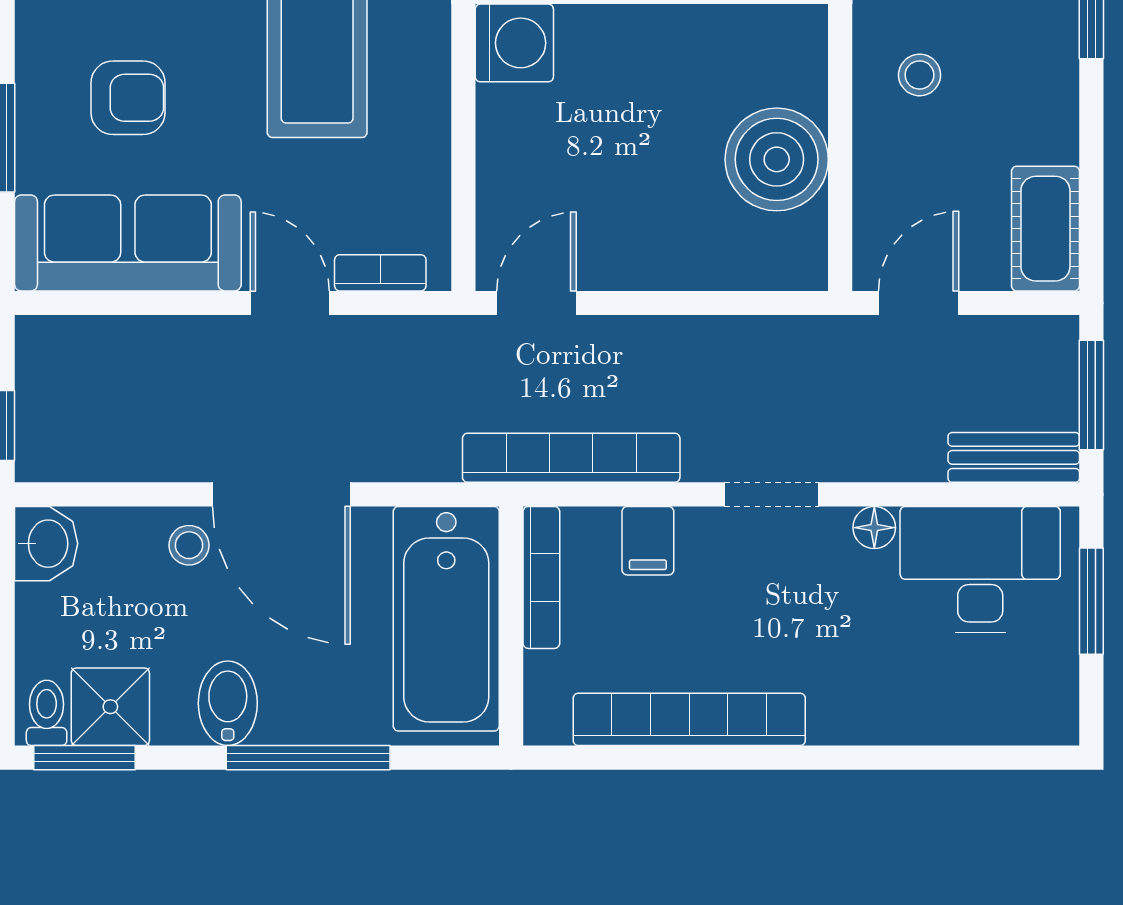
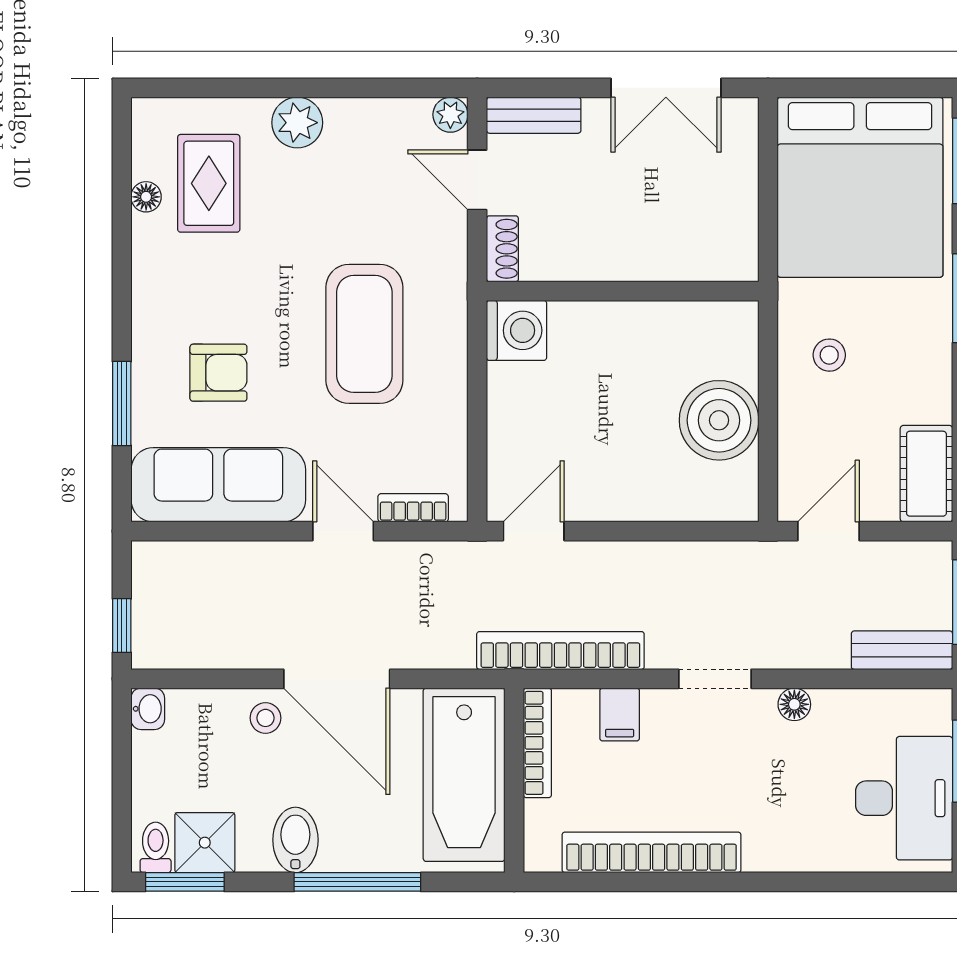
washbasin: (46, 544) -> (148, 709), width x0.72, depth x0.69
desk: (980, 569) -> (904, 798), moved, turned 90

